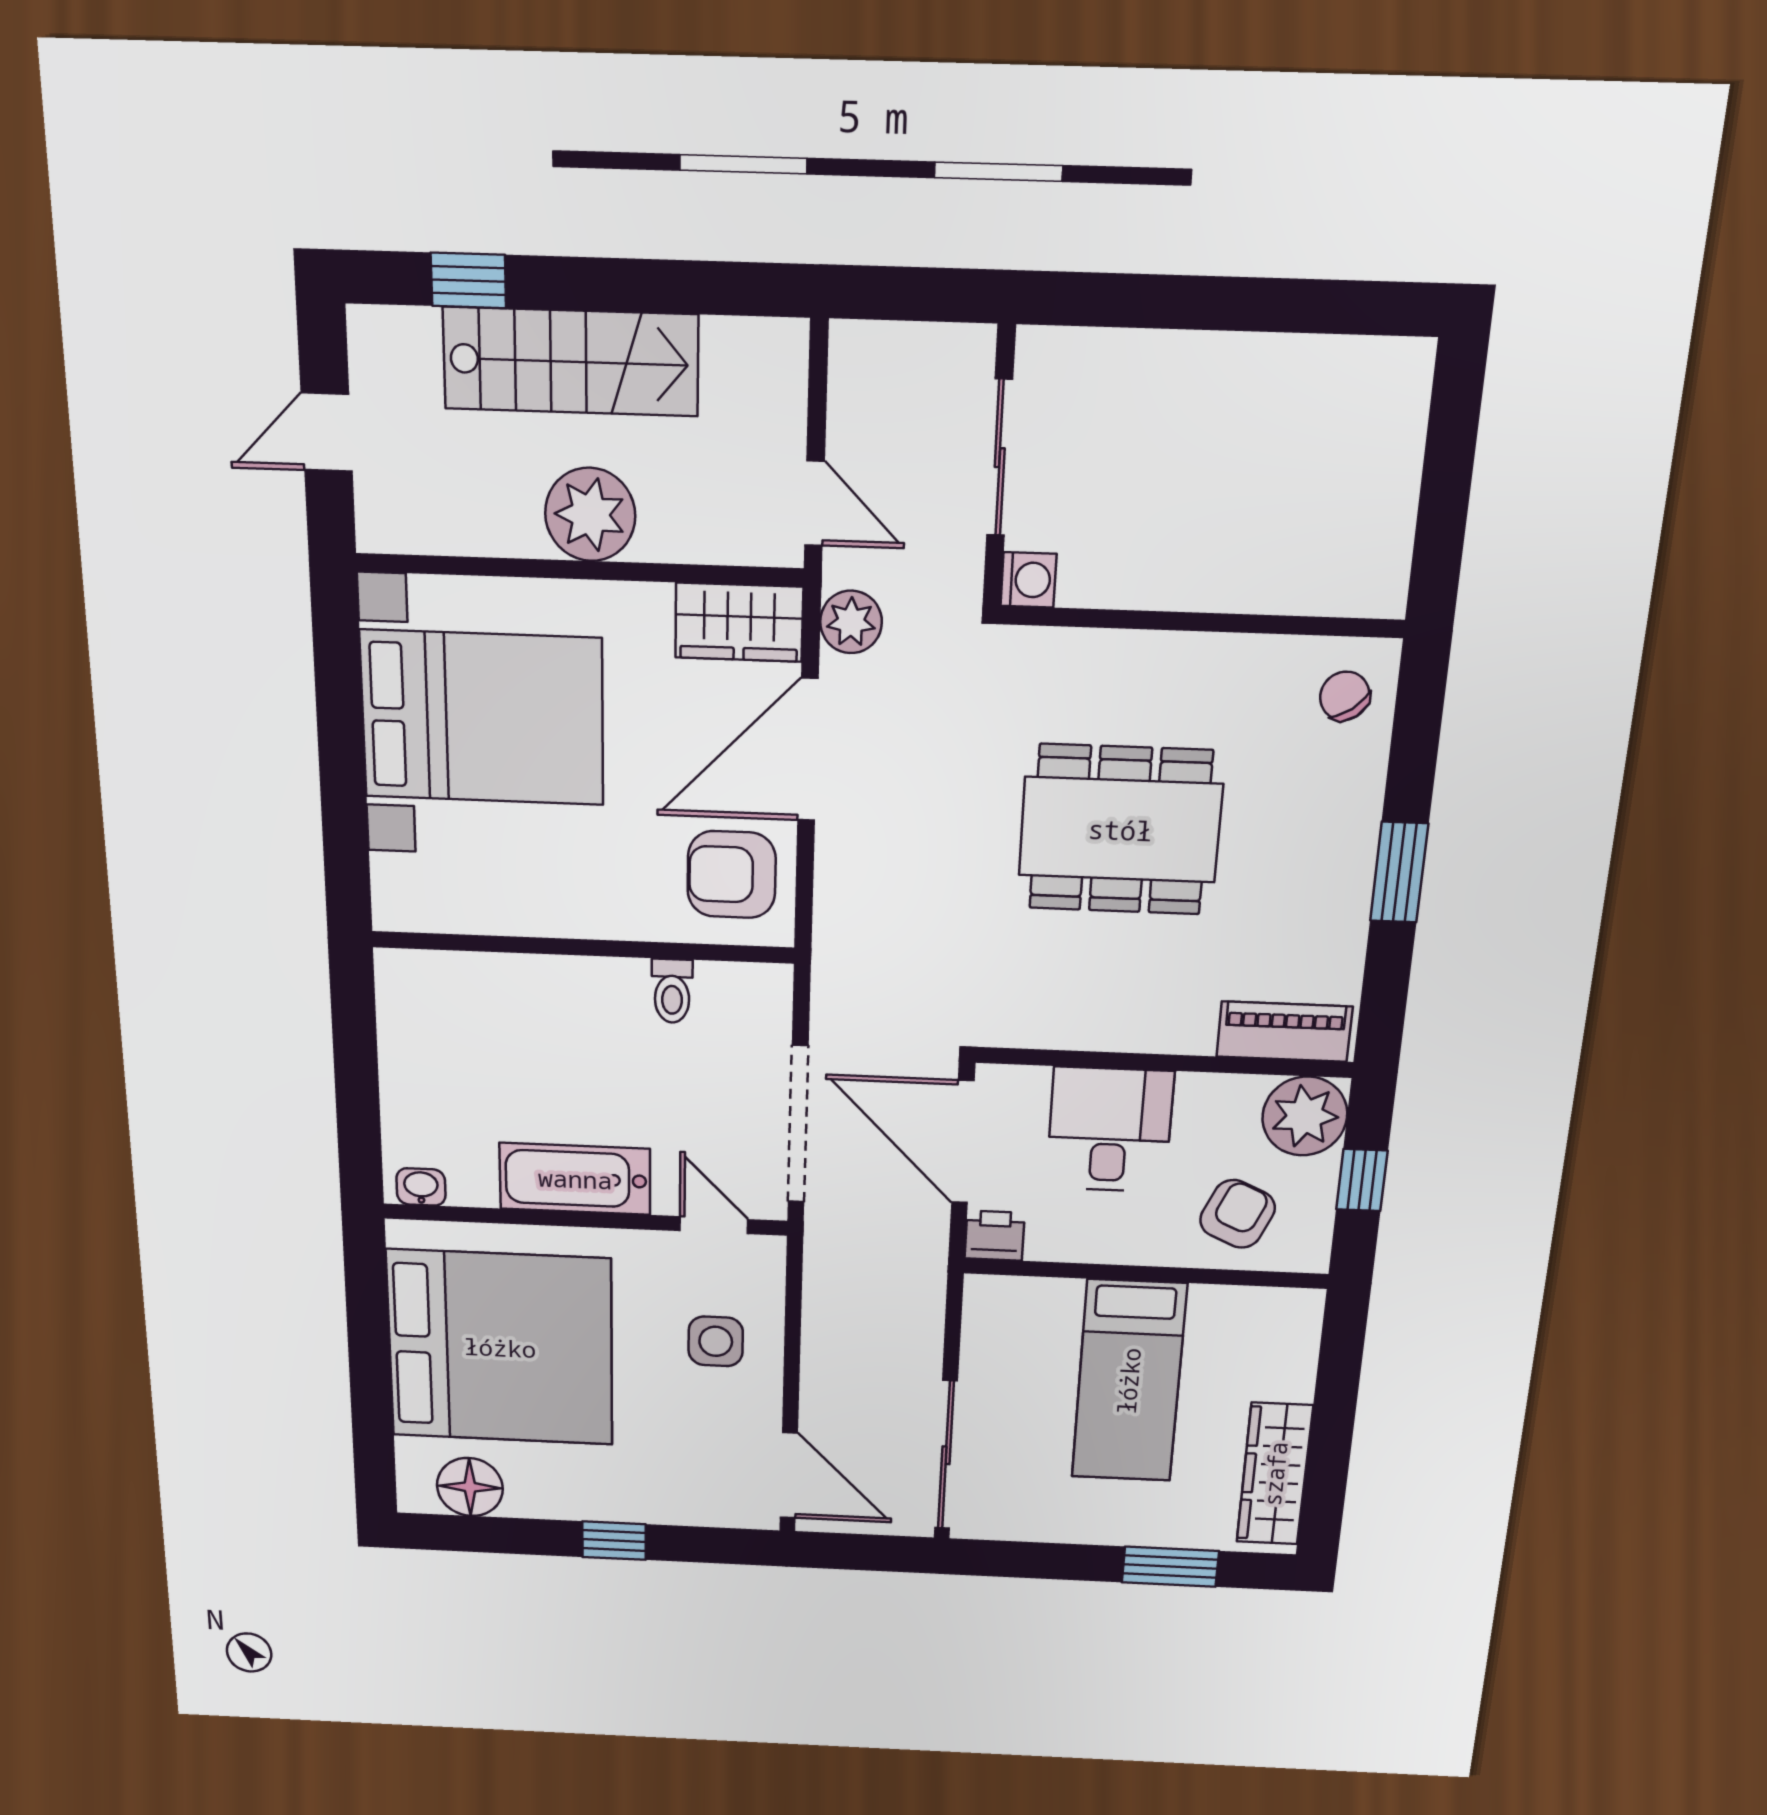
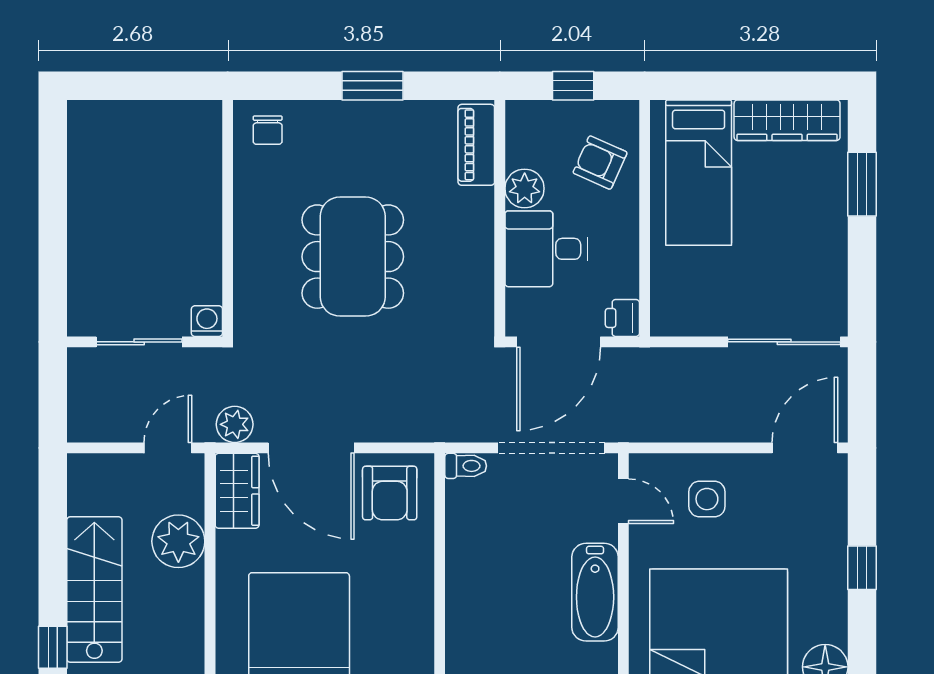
plant: (590, 515) -> (178, 541), moved
chair: (1345, 696) -> (268, 130), turned -54
toilet: (672, 991) -> (466, 466), moved
plant: (1305, 1116) -> (525, 188), moved, width x0.73, depth x0.73
door: (714, 1225) -> (623, 501), swing flipped
bed: (1129, 1381) -> (699, 173), moved, turned 90

